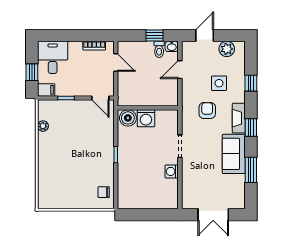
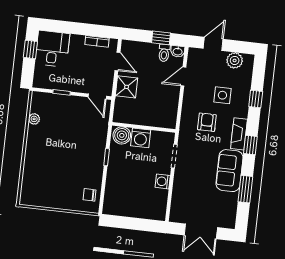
window: (32, 72) -> (30, 49), moved
shower: (127, 86) -> (127, 87), added
filing cabinet: (46, 90) -> (42, 82), removed
wall: (148, 108) -> (144, 127), moved
boiler: (128, 118) -> (122, 135), moved
washing machine: (146, 118) -> (141, 138), moved

